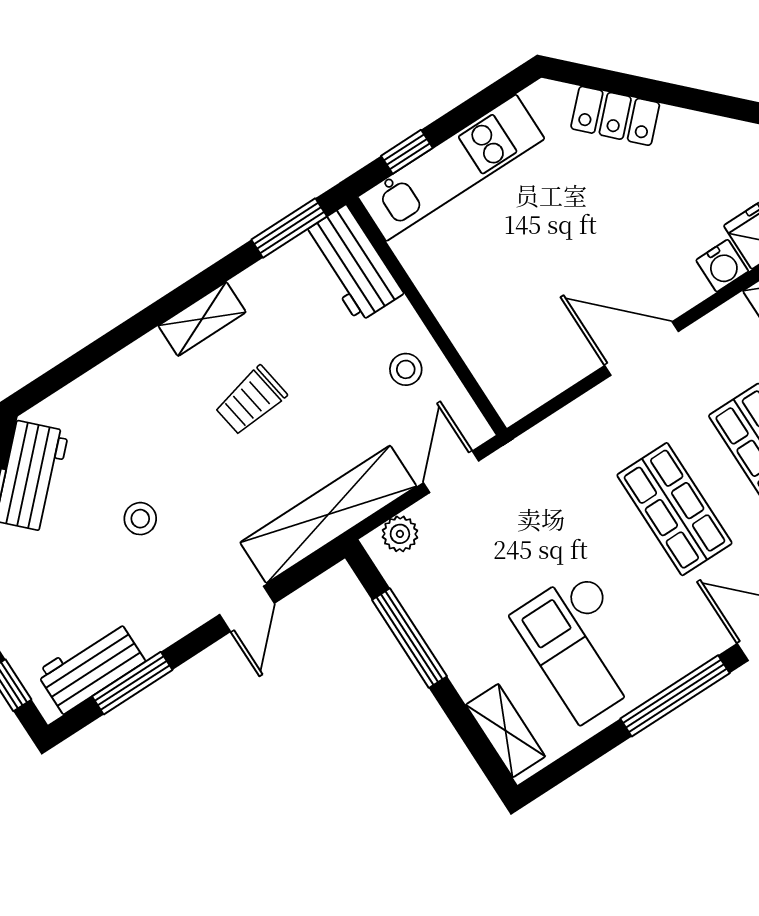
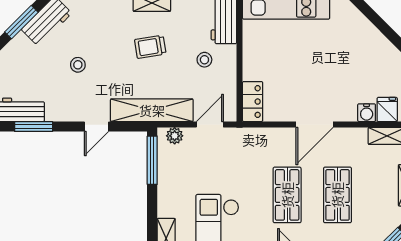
locker: (615, 116) -> (253, 102), moved, turned -135
door: (642, 348) -> (315, 125), swing flipped
stool: (406, 369) -> (204, 60), moved
window: (409, 638) -> (152, 160), moved

